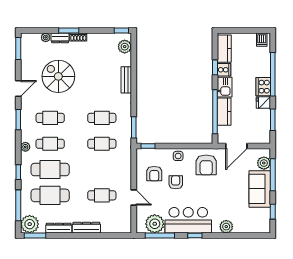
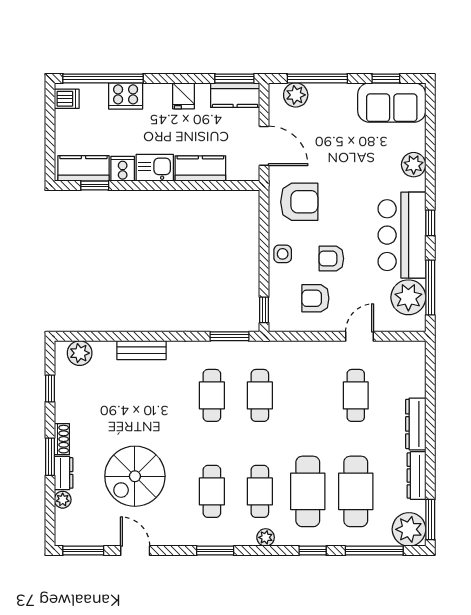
window: (121, 31) -> (50, 388), moved
window: (215, 67) -> (95, 186), moved
window: (273, 74) -> (103, 78), moved
cooker: (263, 87) -> (126, 96), moved
door: (18, 88) -> (135, 551), moved
window: (215, 112) -> (200, 186), removed
window: (273, 120) -> (234, 78), moved
kitchen counter: (264, 130) -> (235, 95), added
armchair: (154, 174) -> (315, 298), turned 180
sofa: (260, 189) -> (392, 103), moved

